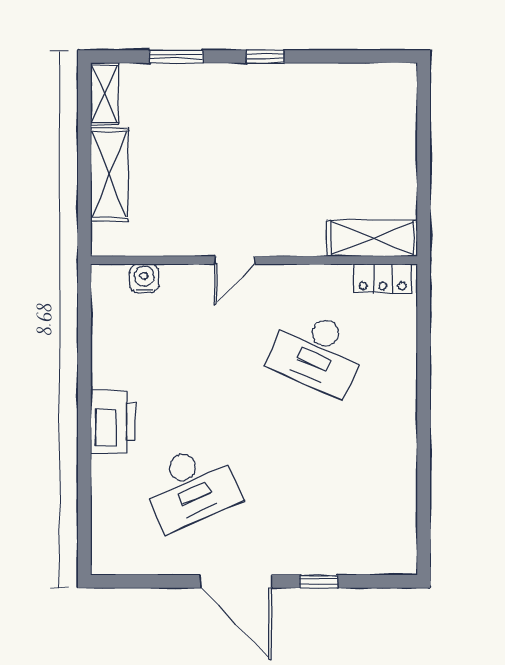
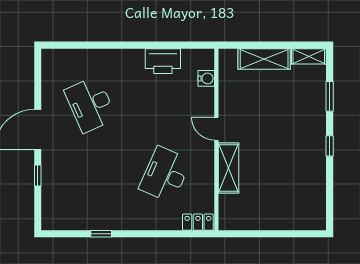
shelving: (372, 238) -> (228, 168), moved
locker: (383, 279) -> (198, 222), moved, turned 90
printer: (113, 422) -> (163, 61), moved
window: (424, 467) -> (101, 234), added

